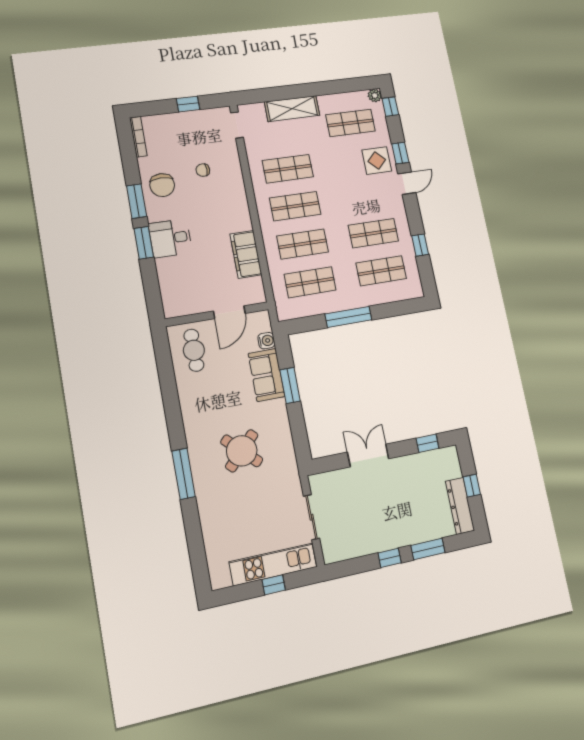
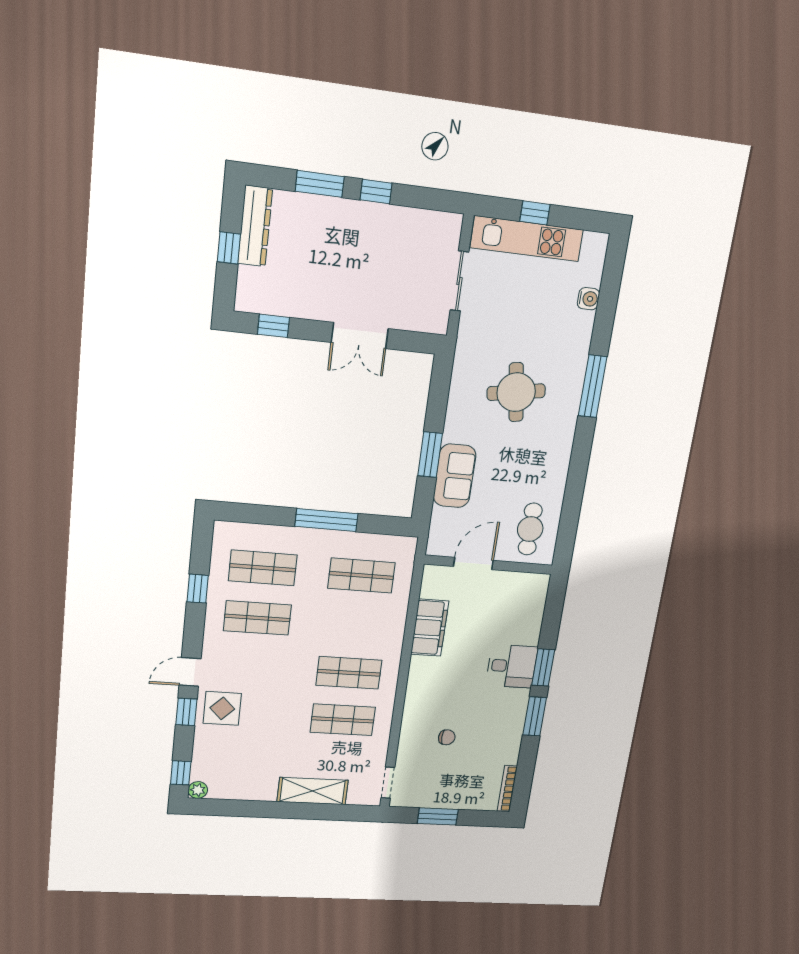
window: (188, 104) -> (438, 816), width x1.50
shop shelf: (350, 123) -> (242, 761), removed
chair: (162, 185) -> (500, 729), removed
shop shelf: (303, 244) -> (355, 625), removed
water cooler: (266, 341) -> (588, 299), moved, turned 180
round table: (242, 451) -> (516, 392), turned 37

